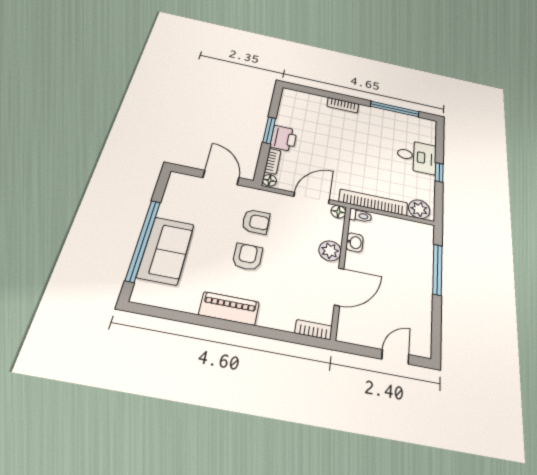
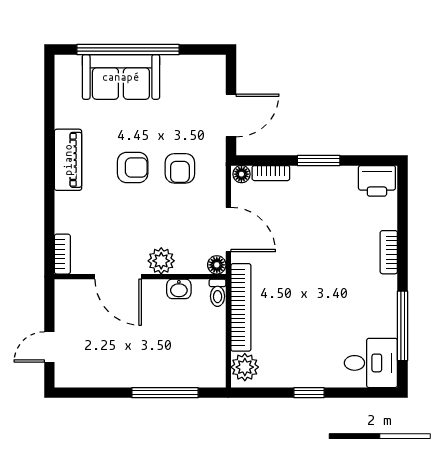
printer: (284, 138) -> (377, 181), moved
desk: (417, 157) -> (371, 363), moved, turned -90
door: (395, 357) -> (49, 347), swing flipped

